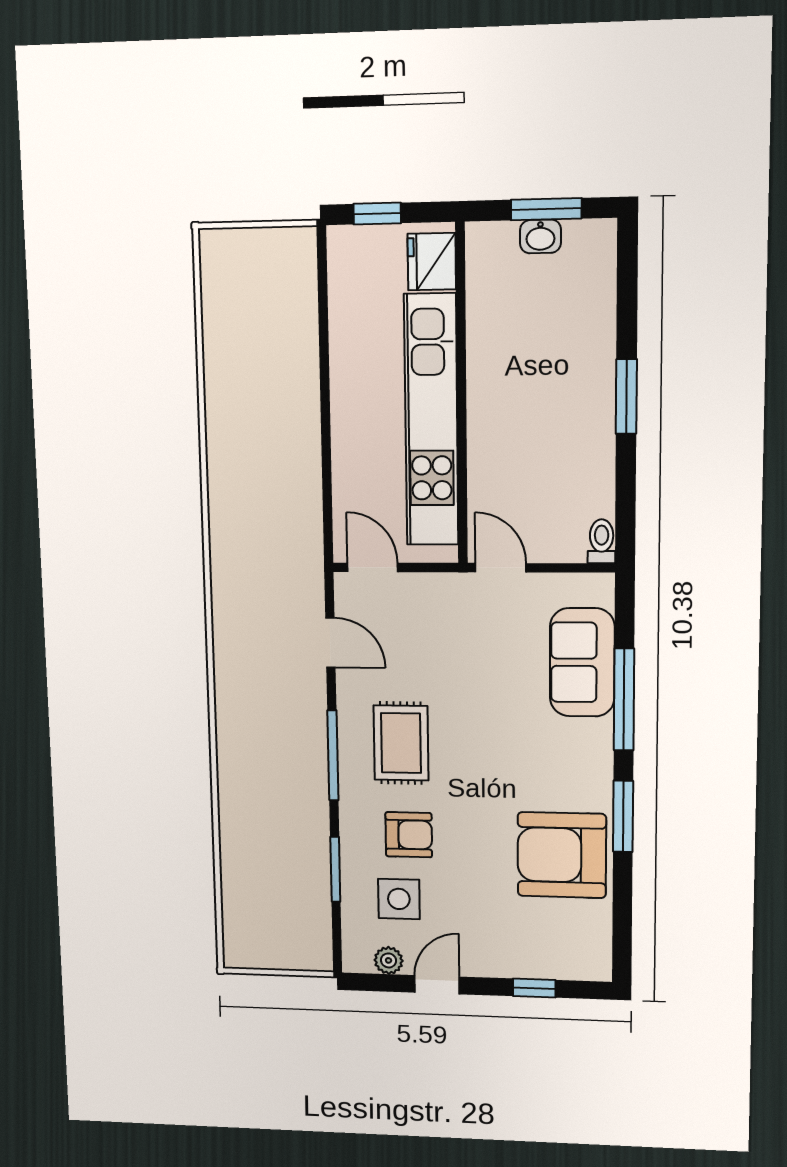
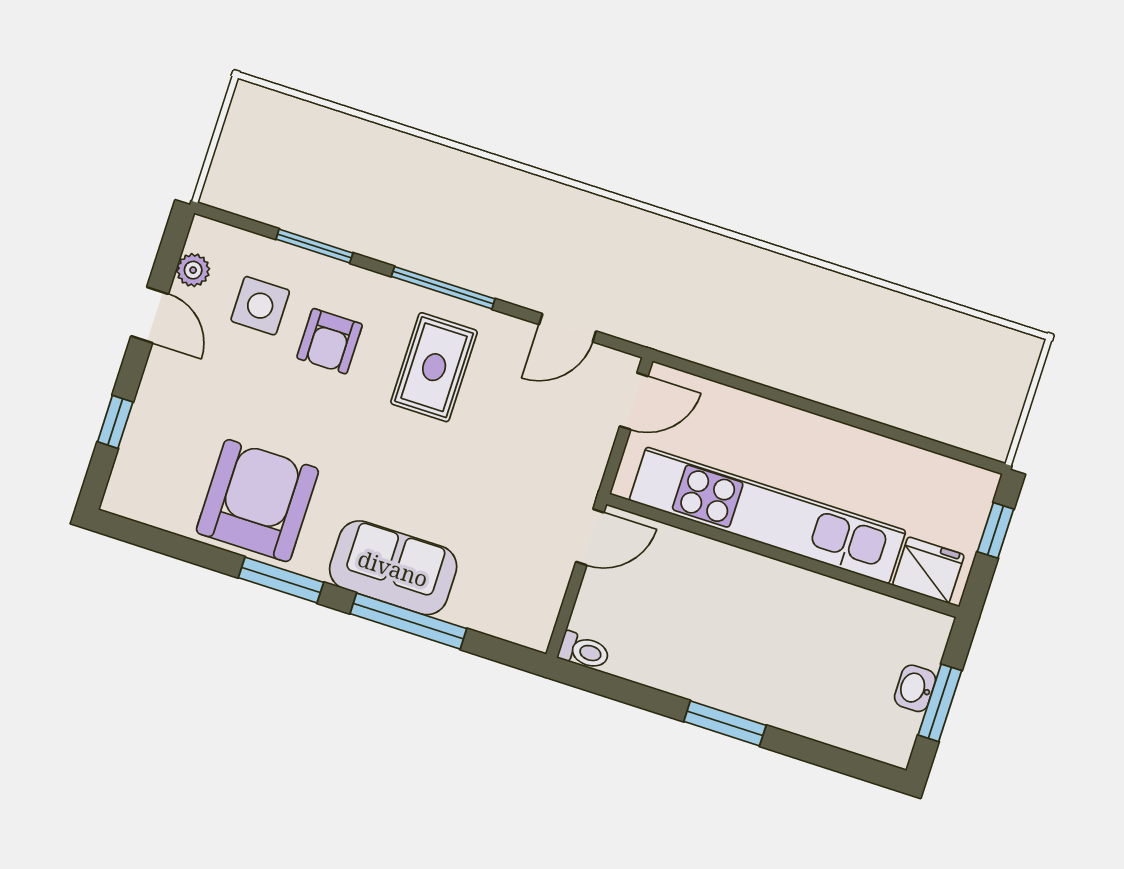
sofa: (582, 662) -> (393, 568), moved
rug: (401, 743) -> (434, 367), turned 90

